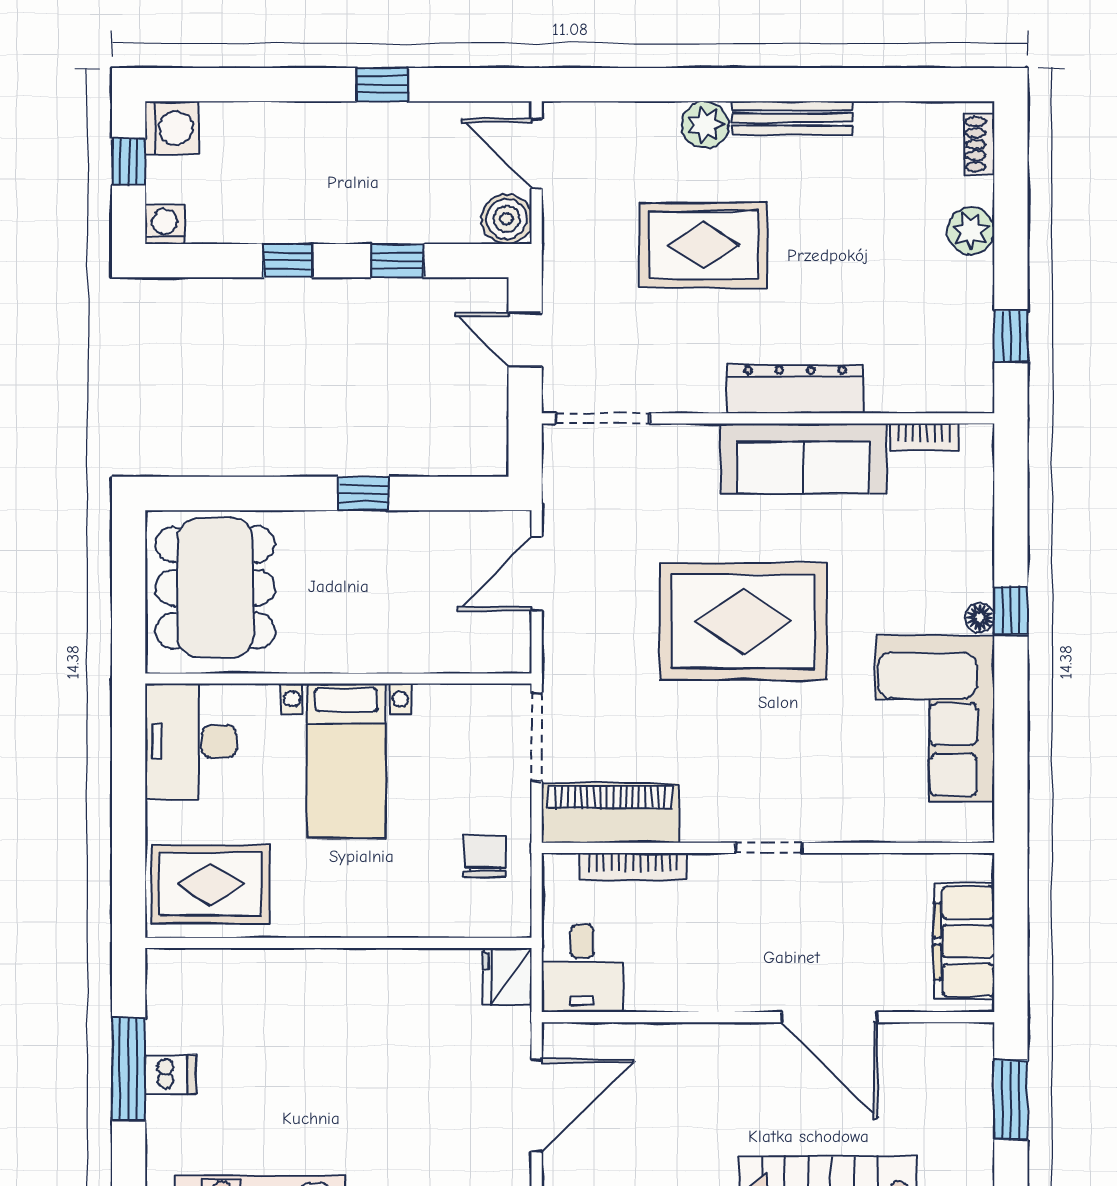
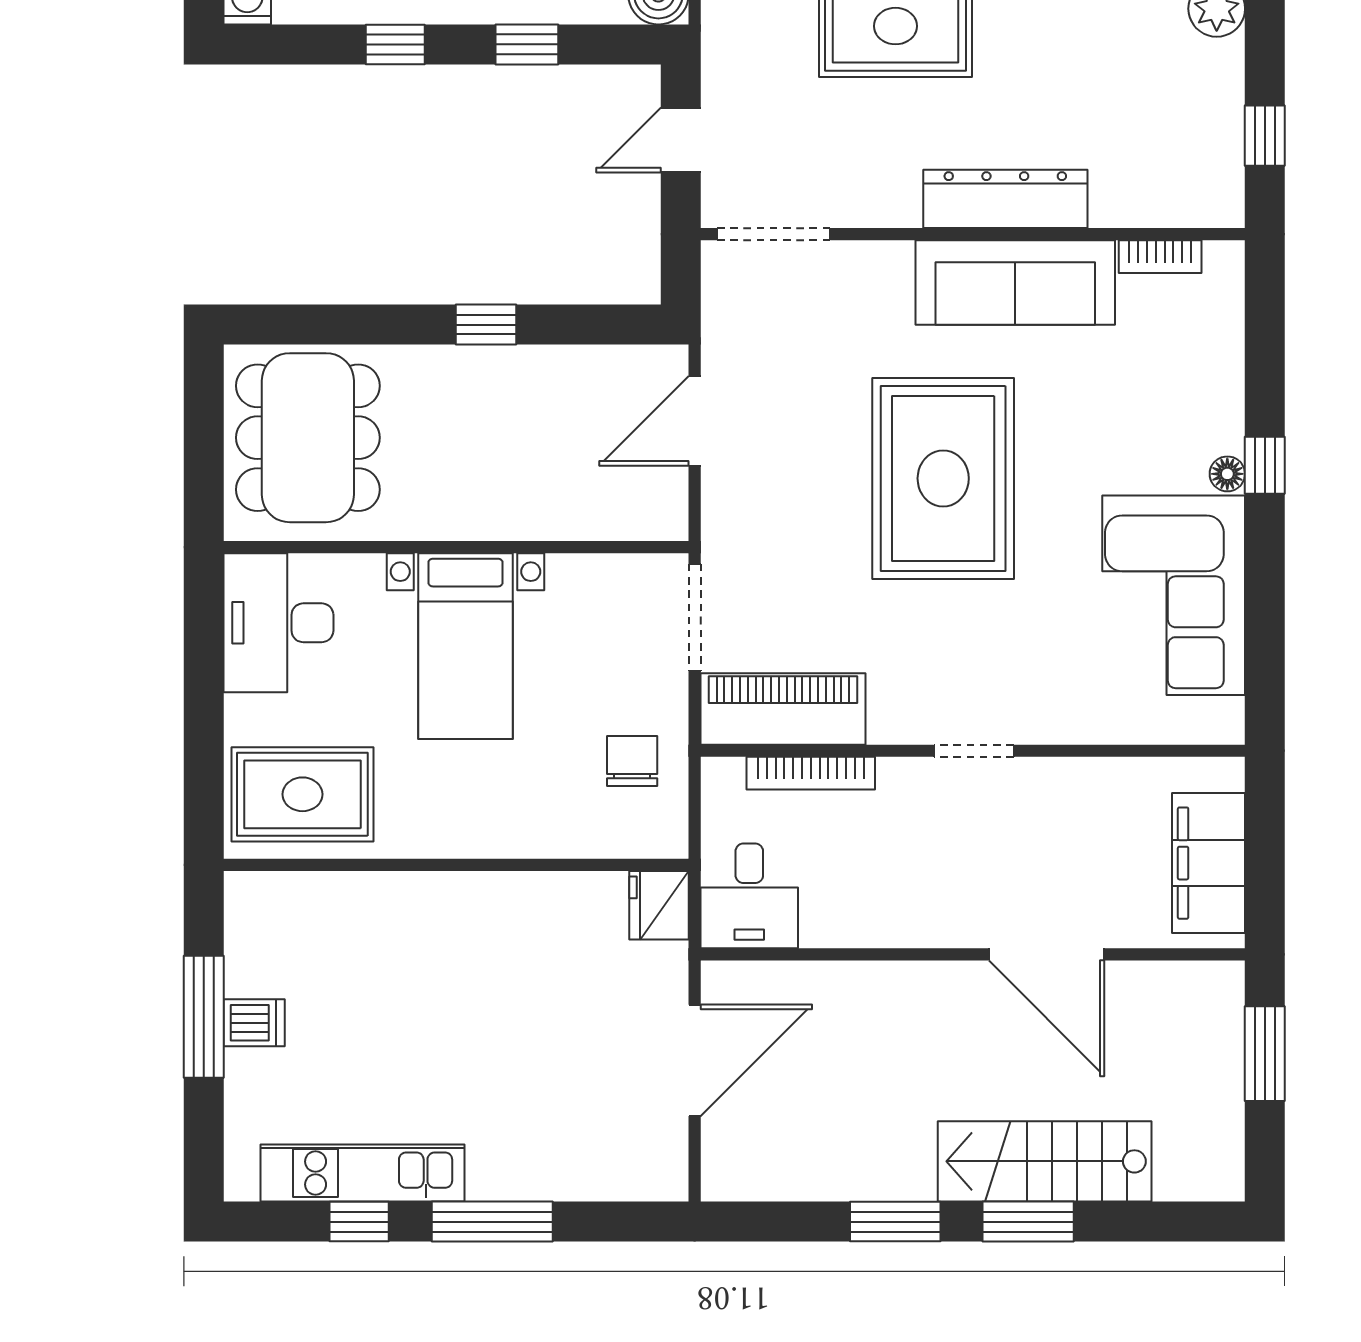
door: (525, 340) -> (681, 140), hinge flipped
rug: (743, 621) -> (943, 478), turned 90

